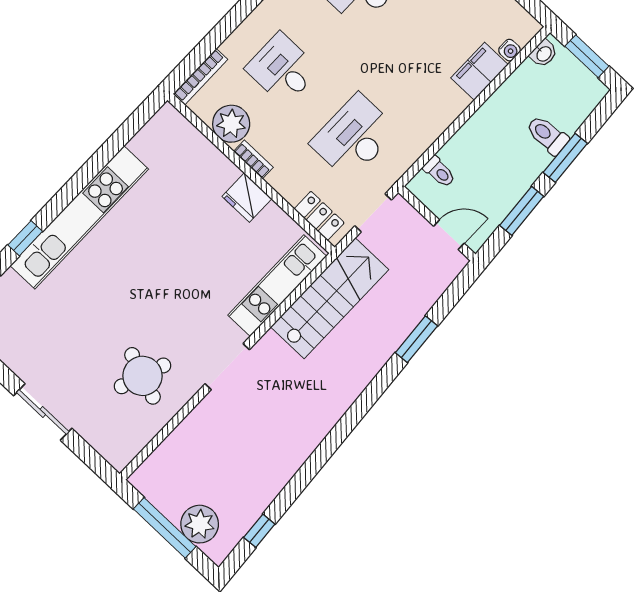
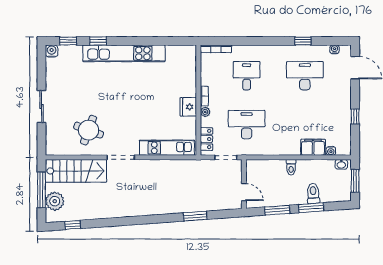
plant: (231, 124) -> (205, 112), moved, width x0.53, depth x0.53
toilet: (439, 172) -> (291, 167), moved
stairs: (330, 298) -> (76, 171), moved

